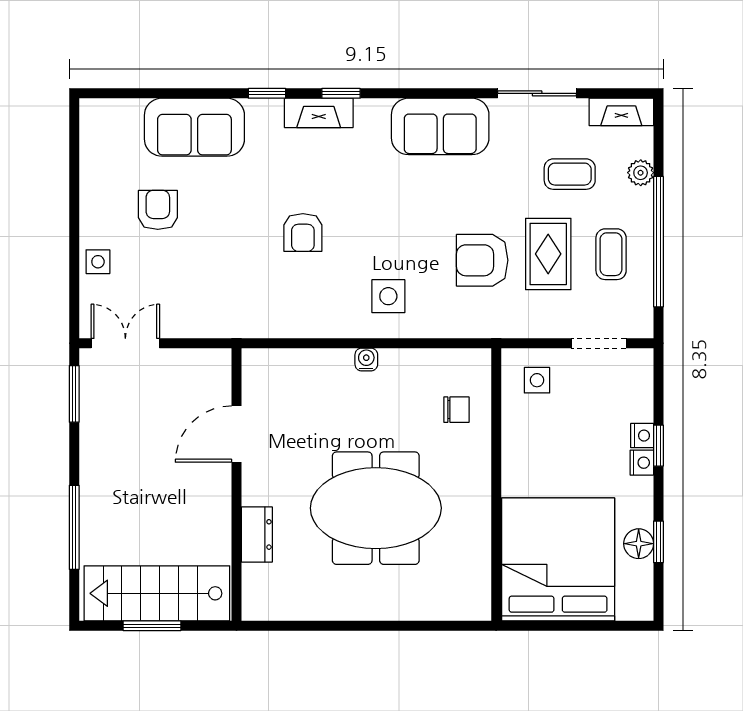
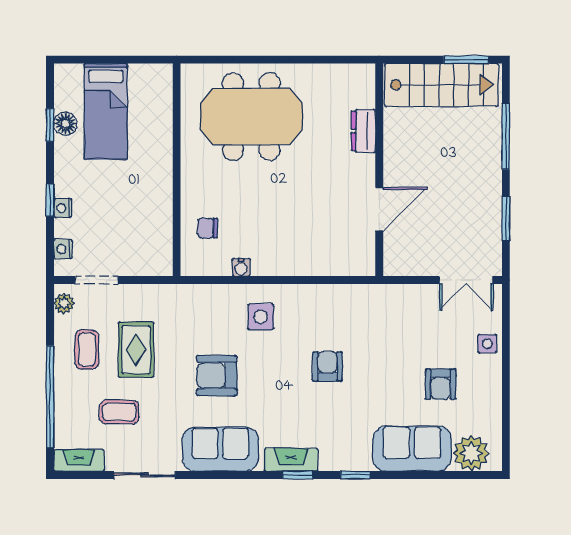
fireplace: (319, 113) -> (291, 460), moved
plant: (119, 121) -> (471, 453), added
plant: (641, 173) -> (64, 303), moved
window: (658, 242) -> (50, 397), moved
armchair: (482, 260) -> (217, 376), moved, turned 180
water cooler: (366, 360) -> (241, 267), moved
side table: (537, 380) -> (145, 251), removed
window: (74, 394) -> (506, 219), moved
nightstand: (642, 463) -> (63, 249), moved
meeting table: (376, 508) -> (251, 117), moved
bed: (558, 559) -> (106, 111), width x0.49
window: (152, 626) -> (466, 60), moved

